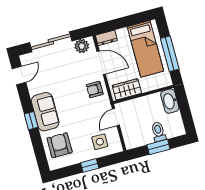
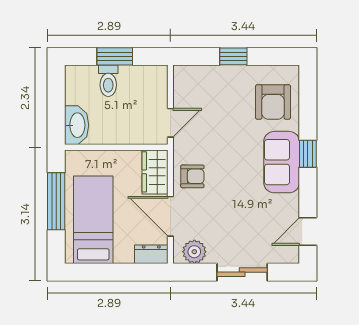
sliding door: (51, 42) -> (242, 272), width x0.73
wardrobe: (127, 89) -> (155, 172), moved, turned 90
side table: (100, 142) -> (207, 90), removed

